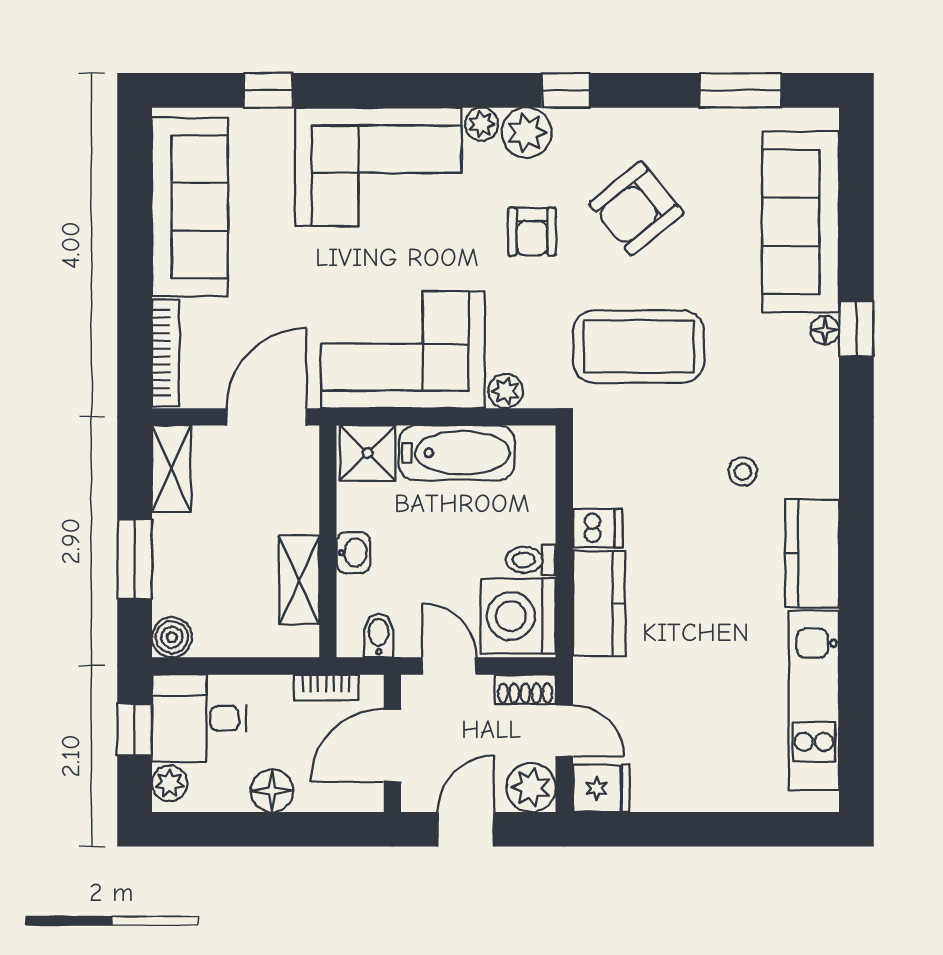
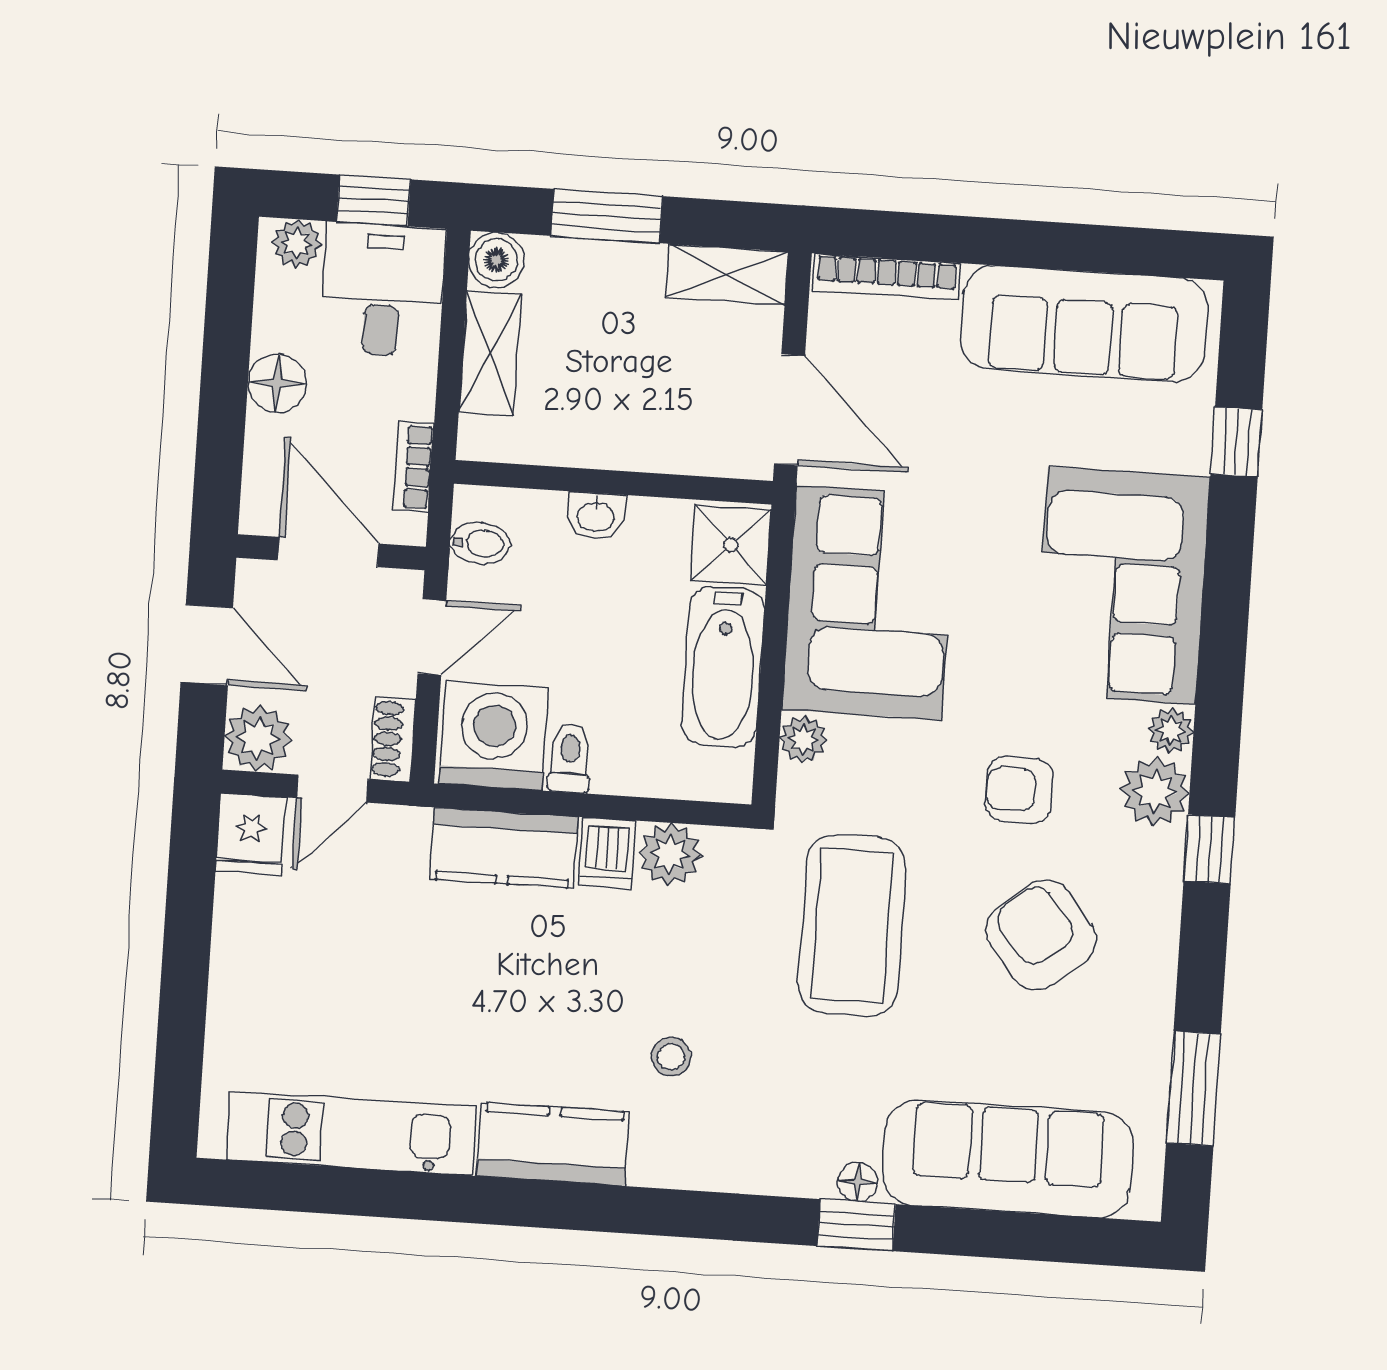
plant: (596, 483) -> (670, 854), added
shelving: (299, 580) -> (490, 353), moved, turned 90

